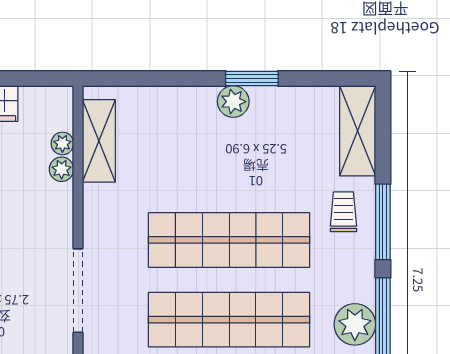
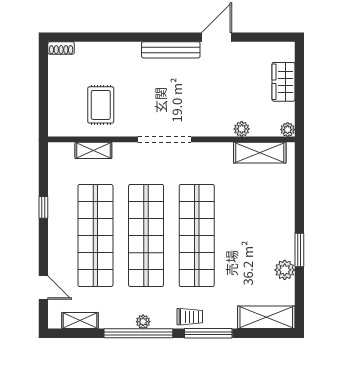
plant: (233, 102) -> (285, 270), moved
plant: (62, 143) -> (288, 130), moved
trolley: (343, 212) -> (190, 317), moved
plant: (355, 324) -> (143, 322), width x0.53, depth x0.53

